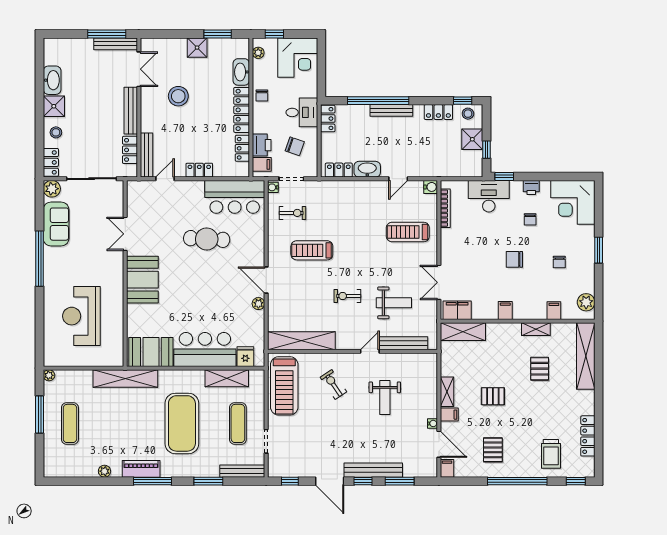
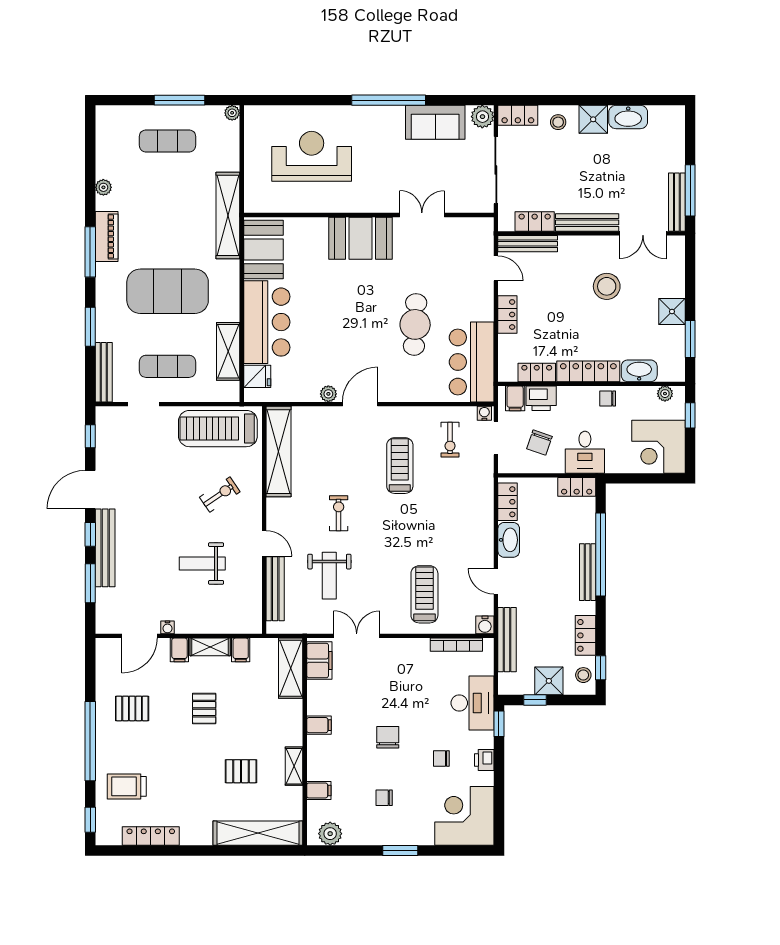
bench: (442, 170) -> (507, 640), added
filing cabinet: (447, 468) -> (241, 650), moved, turned 90

